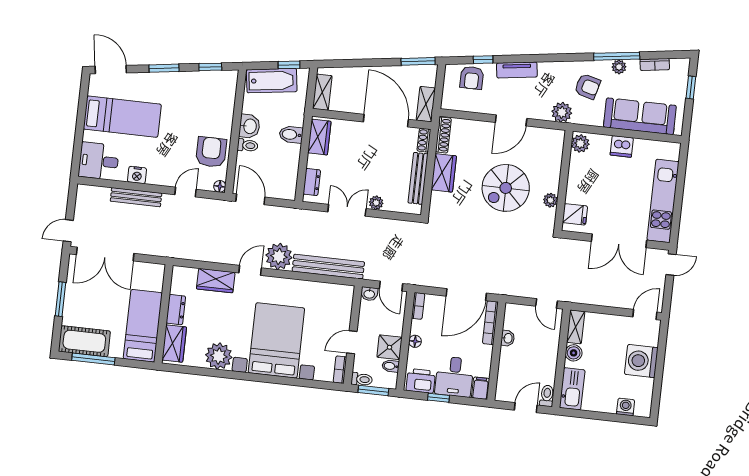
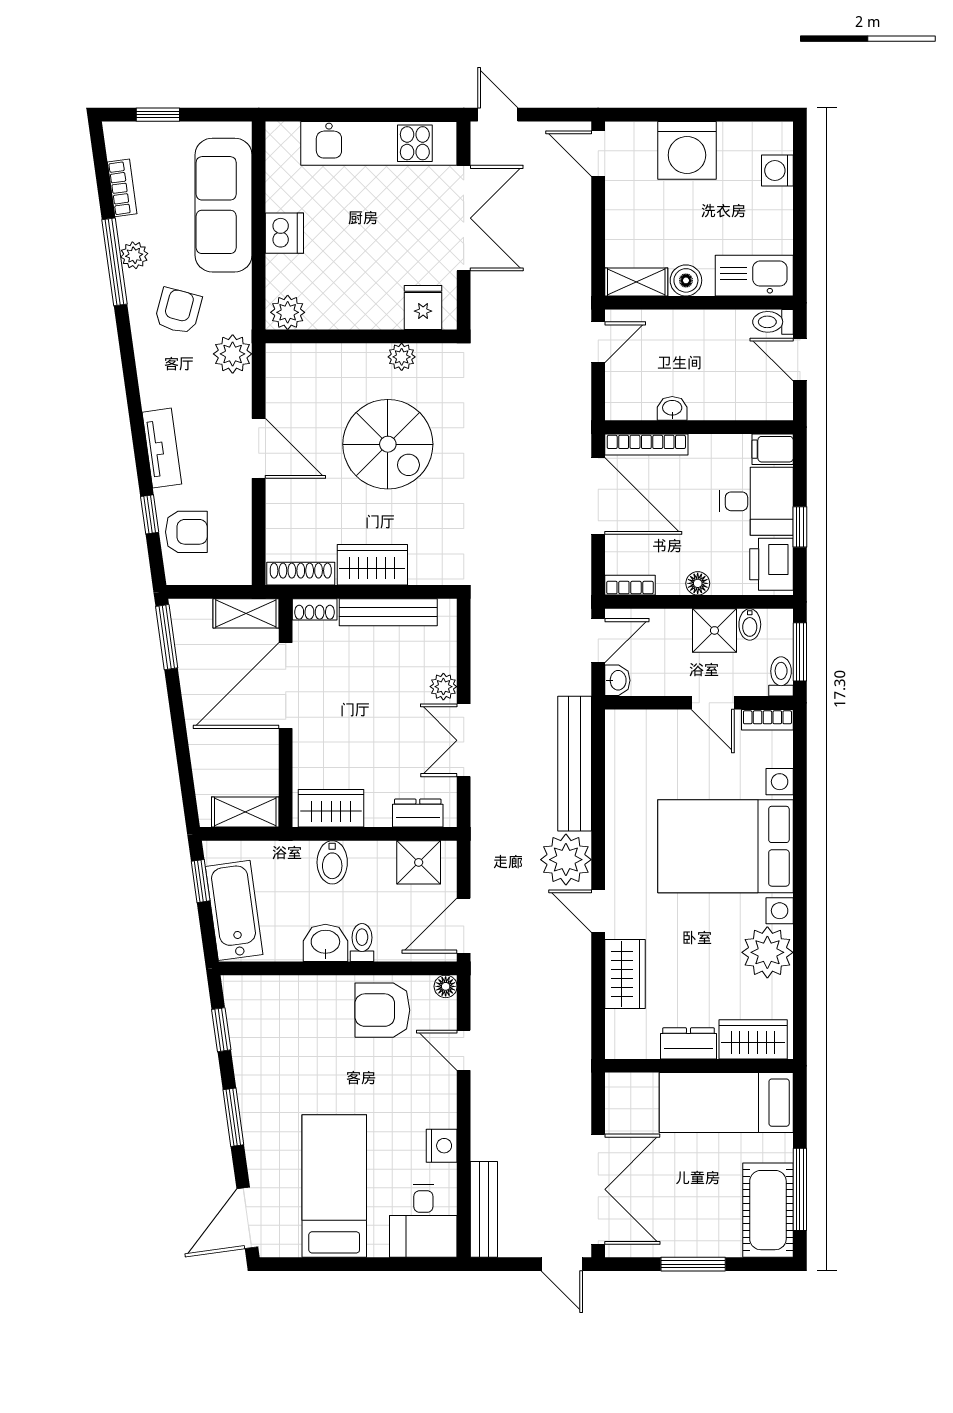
shower: (286, 180) -> (419, 862), added
bench: (136, 197) -> (484, 1209), moved

